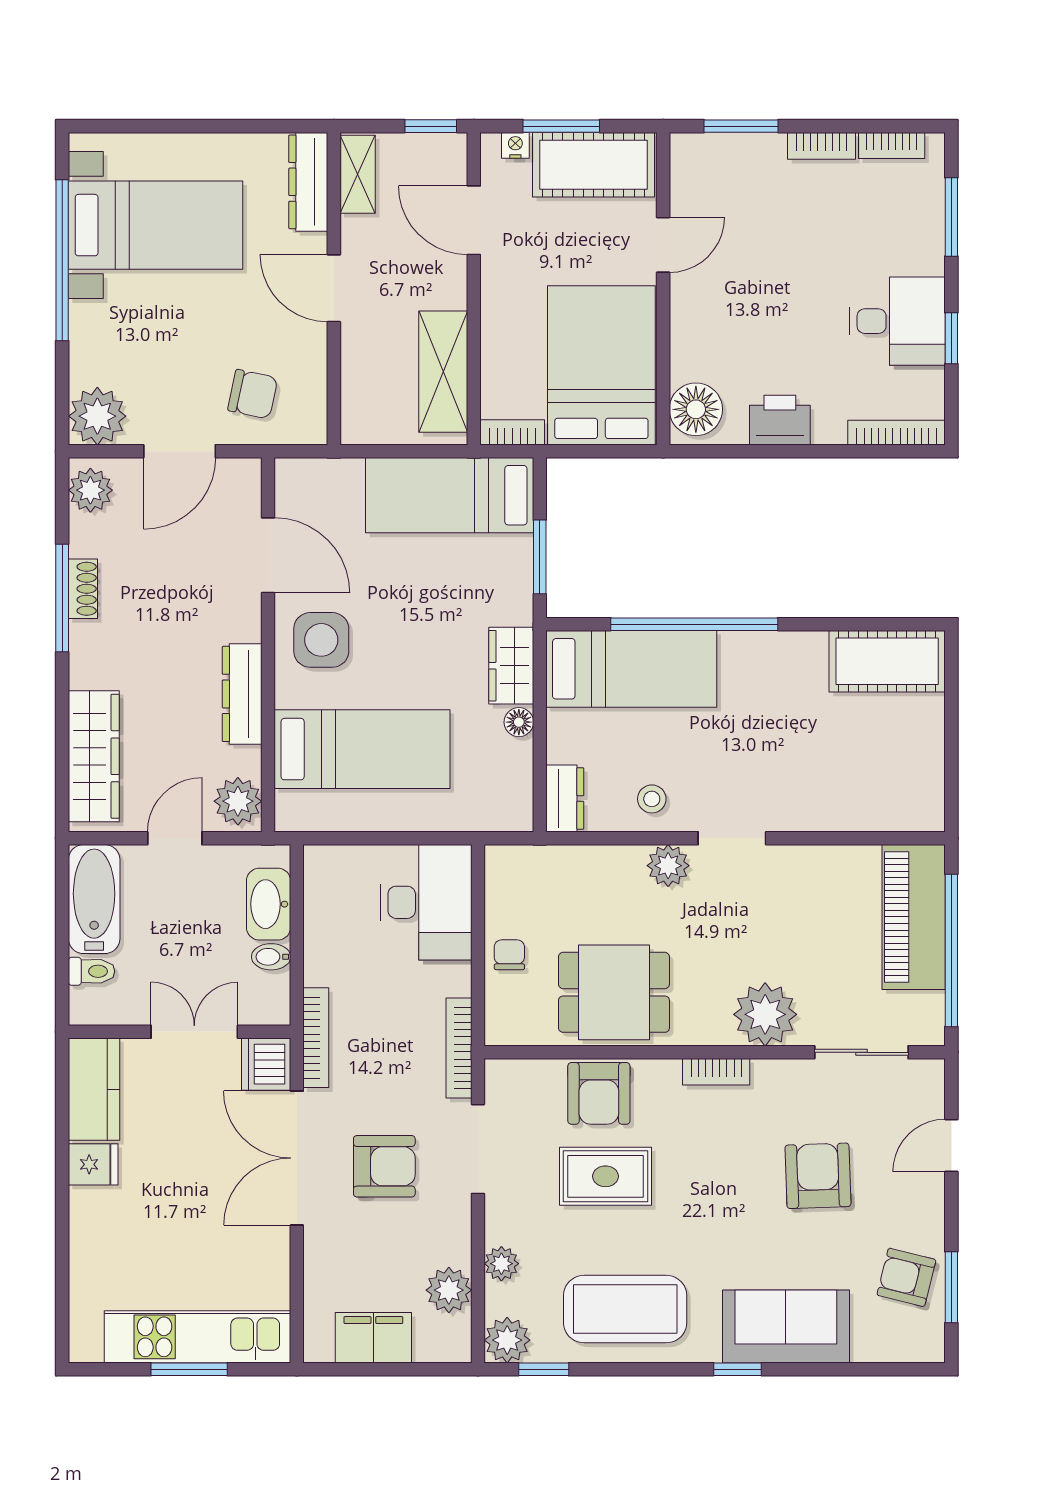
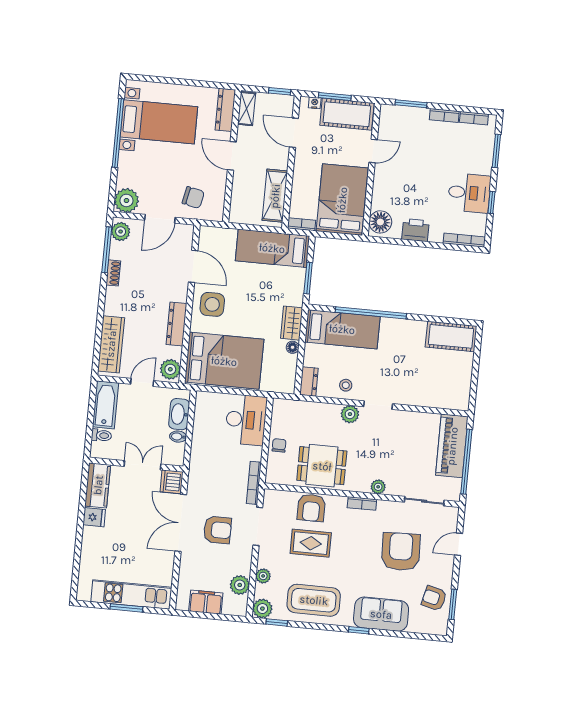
window: (62, 598) -> (107, 250), moved
bed: (362, 749) -> (224, 361), width x1.50
plant: (765, 1014) -> (378, 487), width x0.53, depth x0.53
bookcase: (316, 1038) -> (194, 473), removed
armchair: (818, 1176) -> (401, 552), width x1.36, depth x1.36

